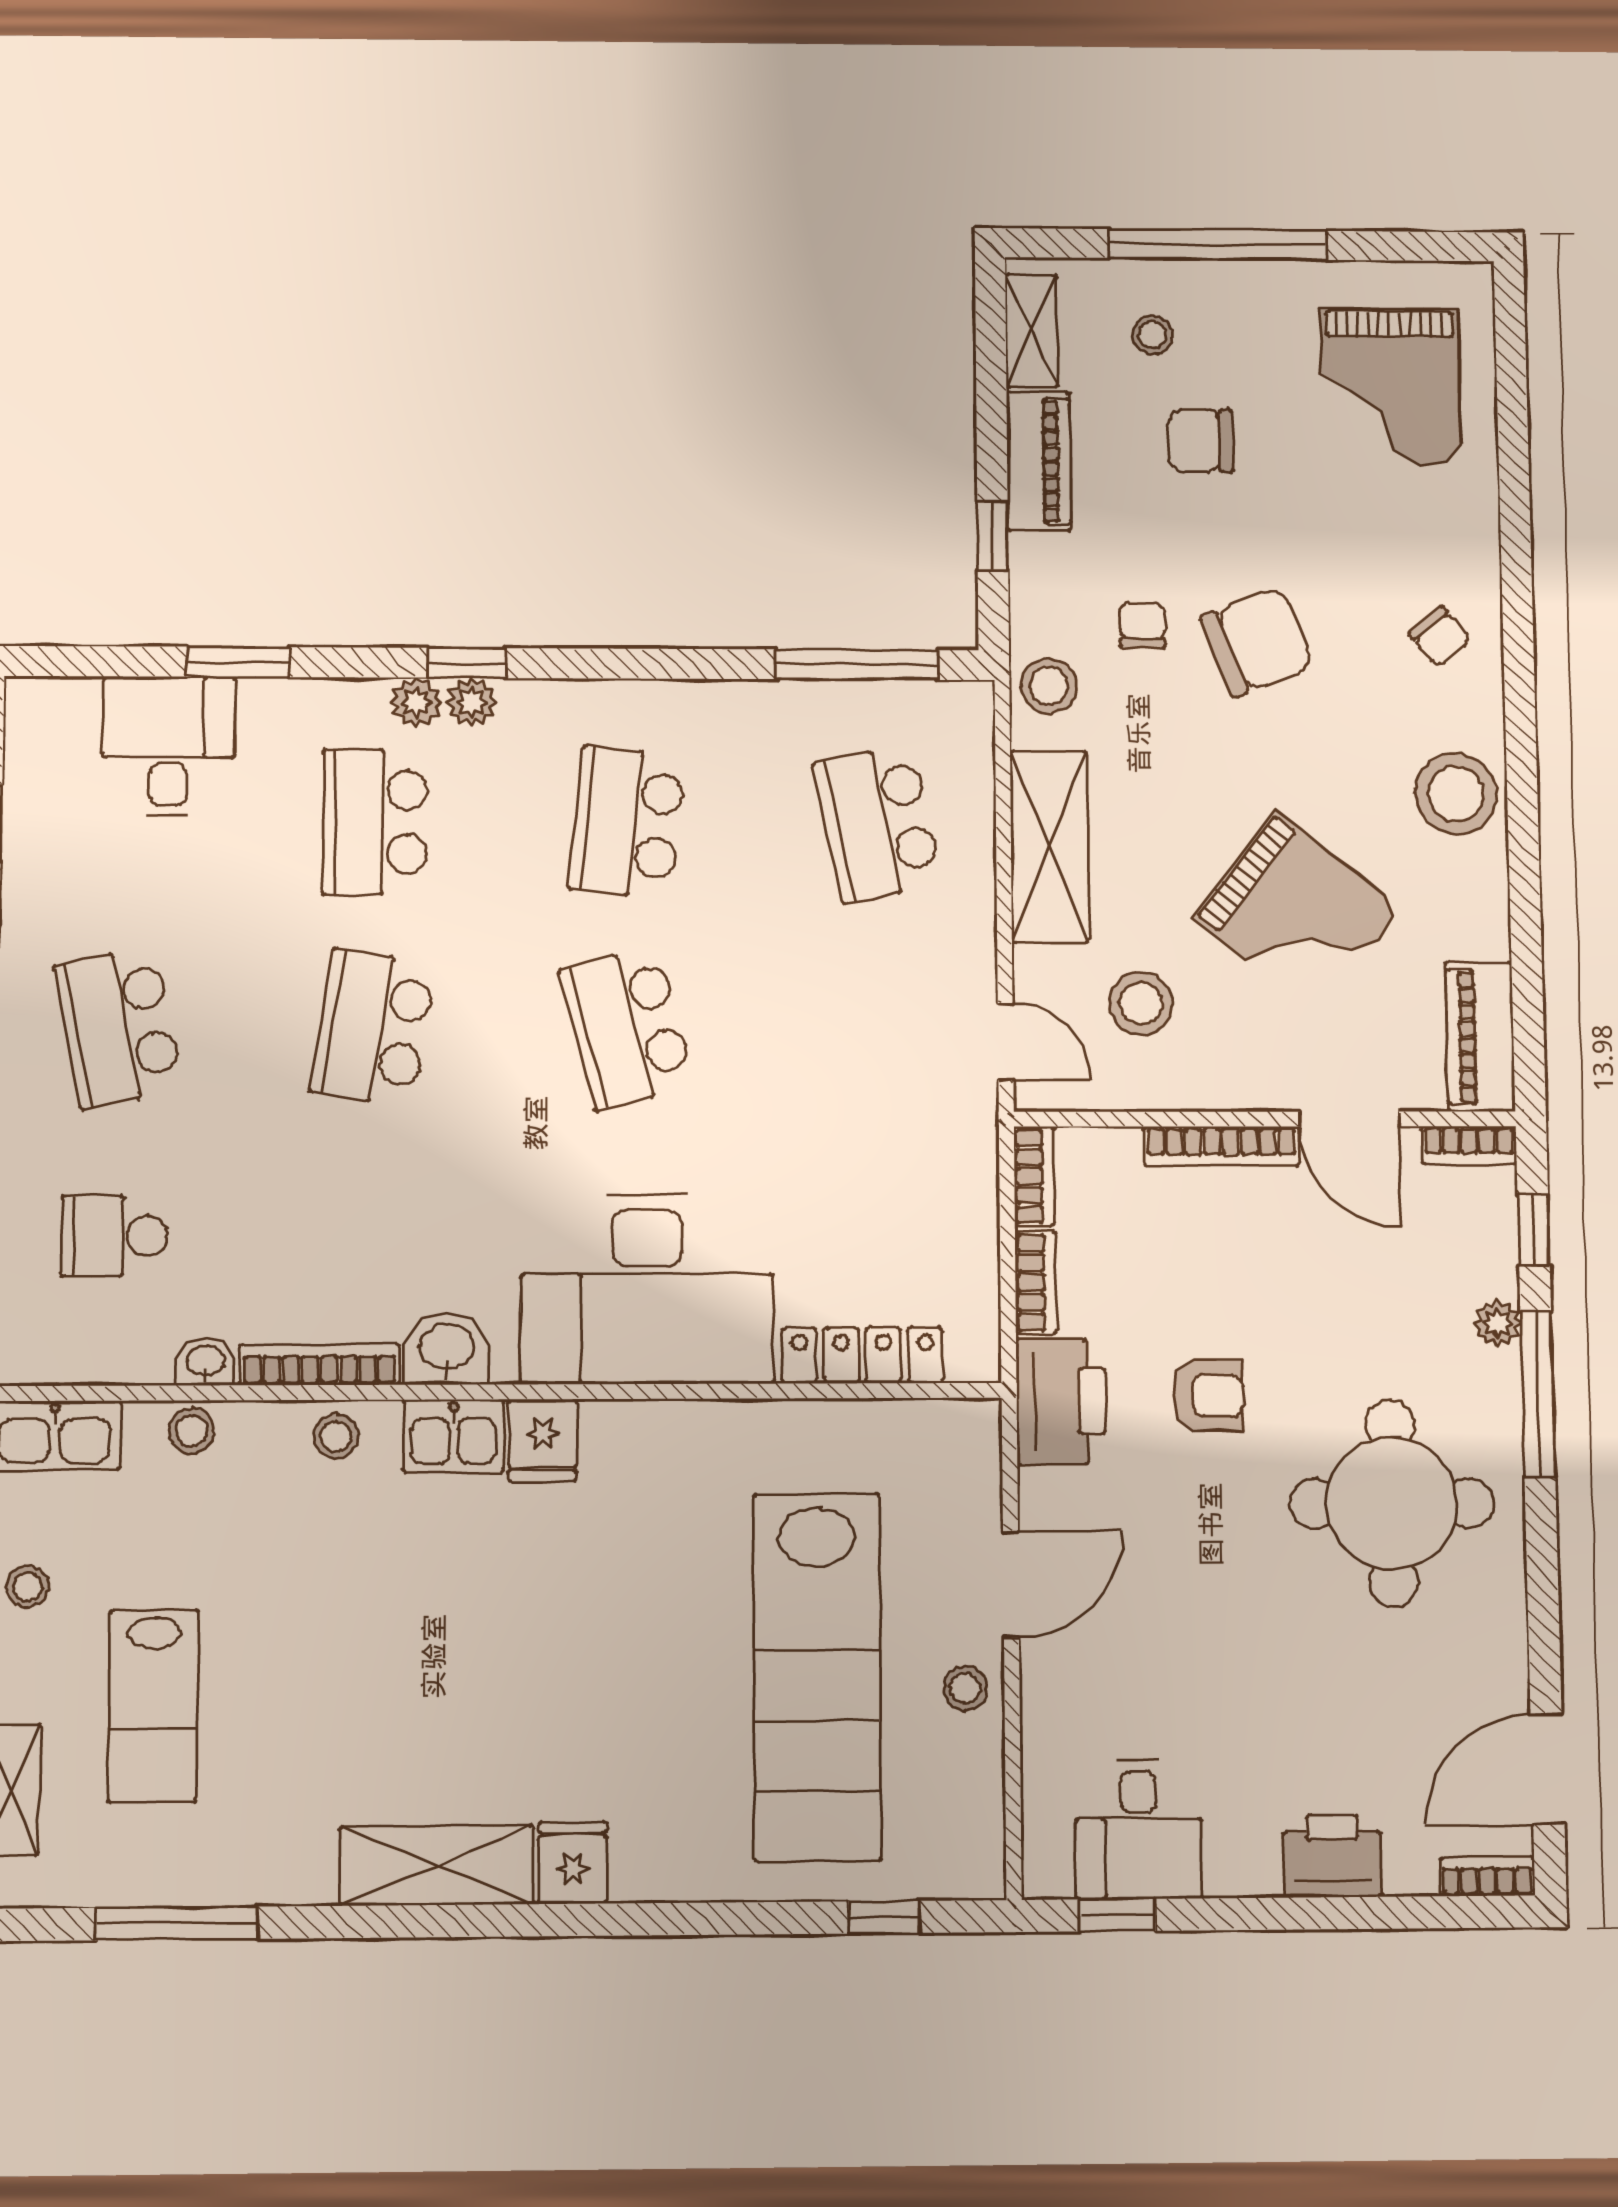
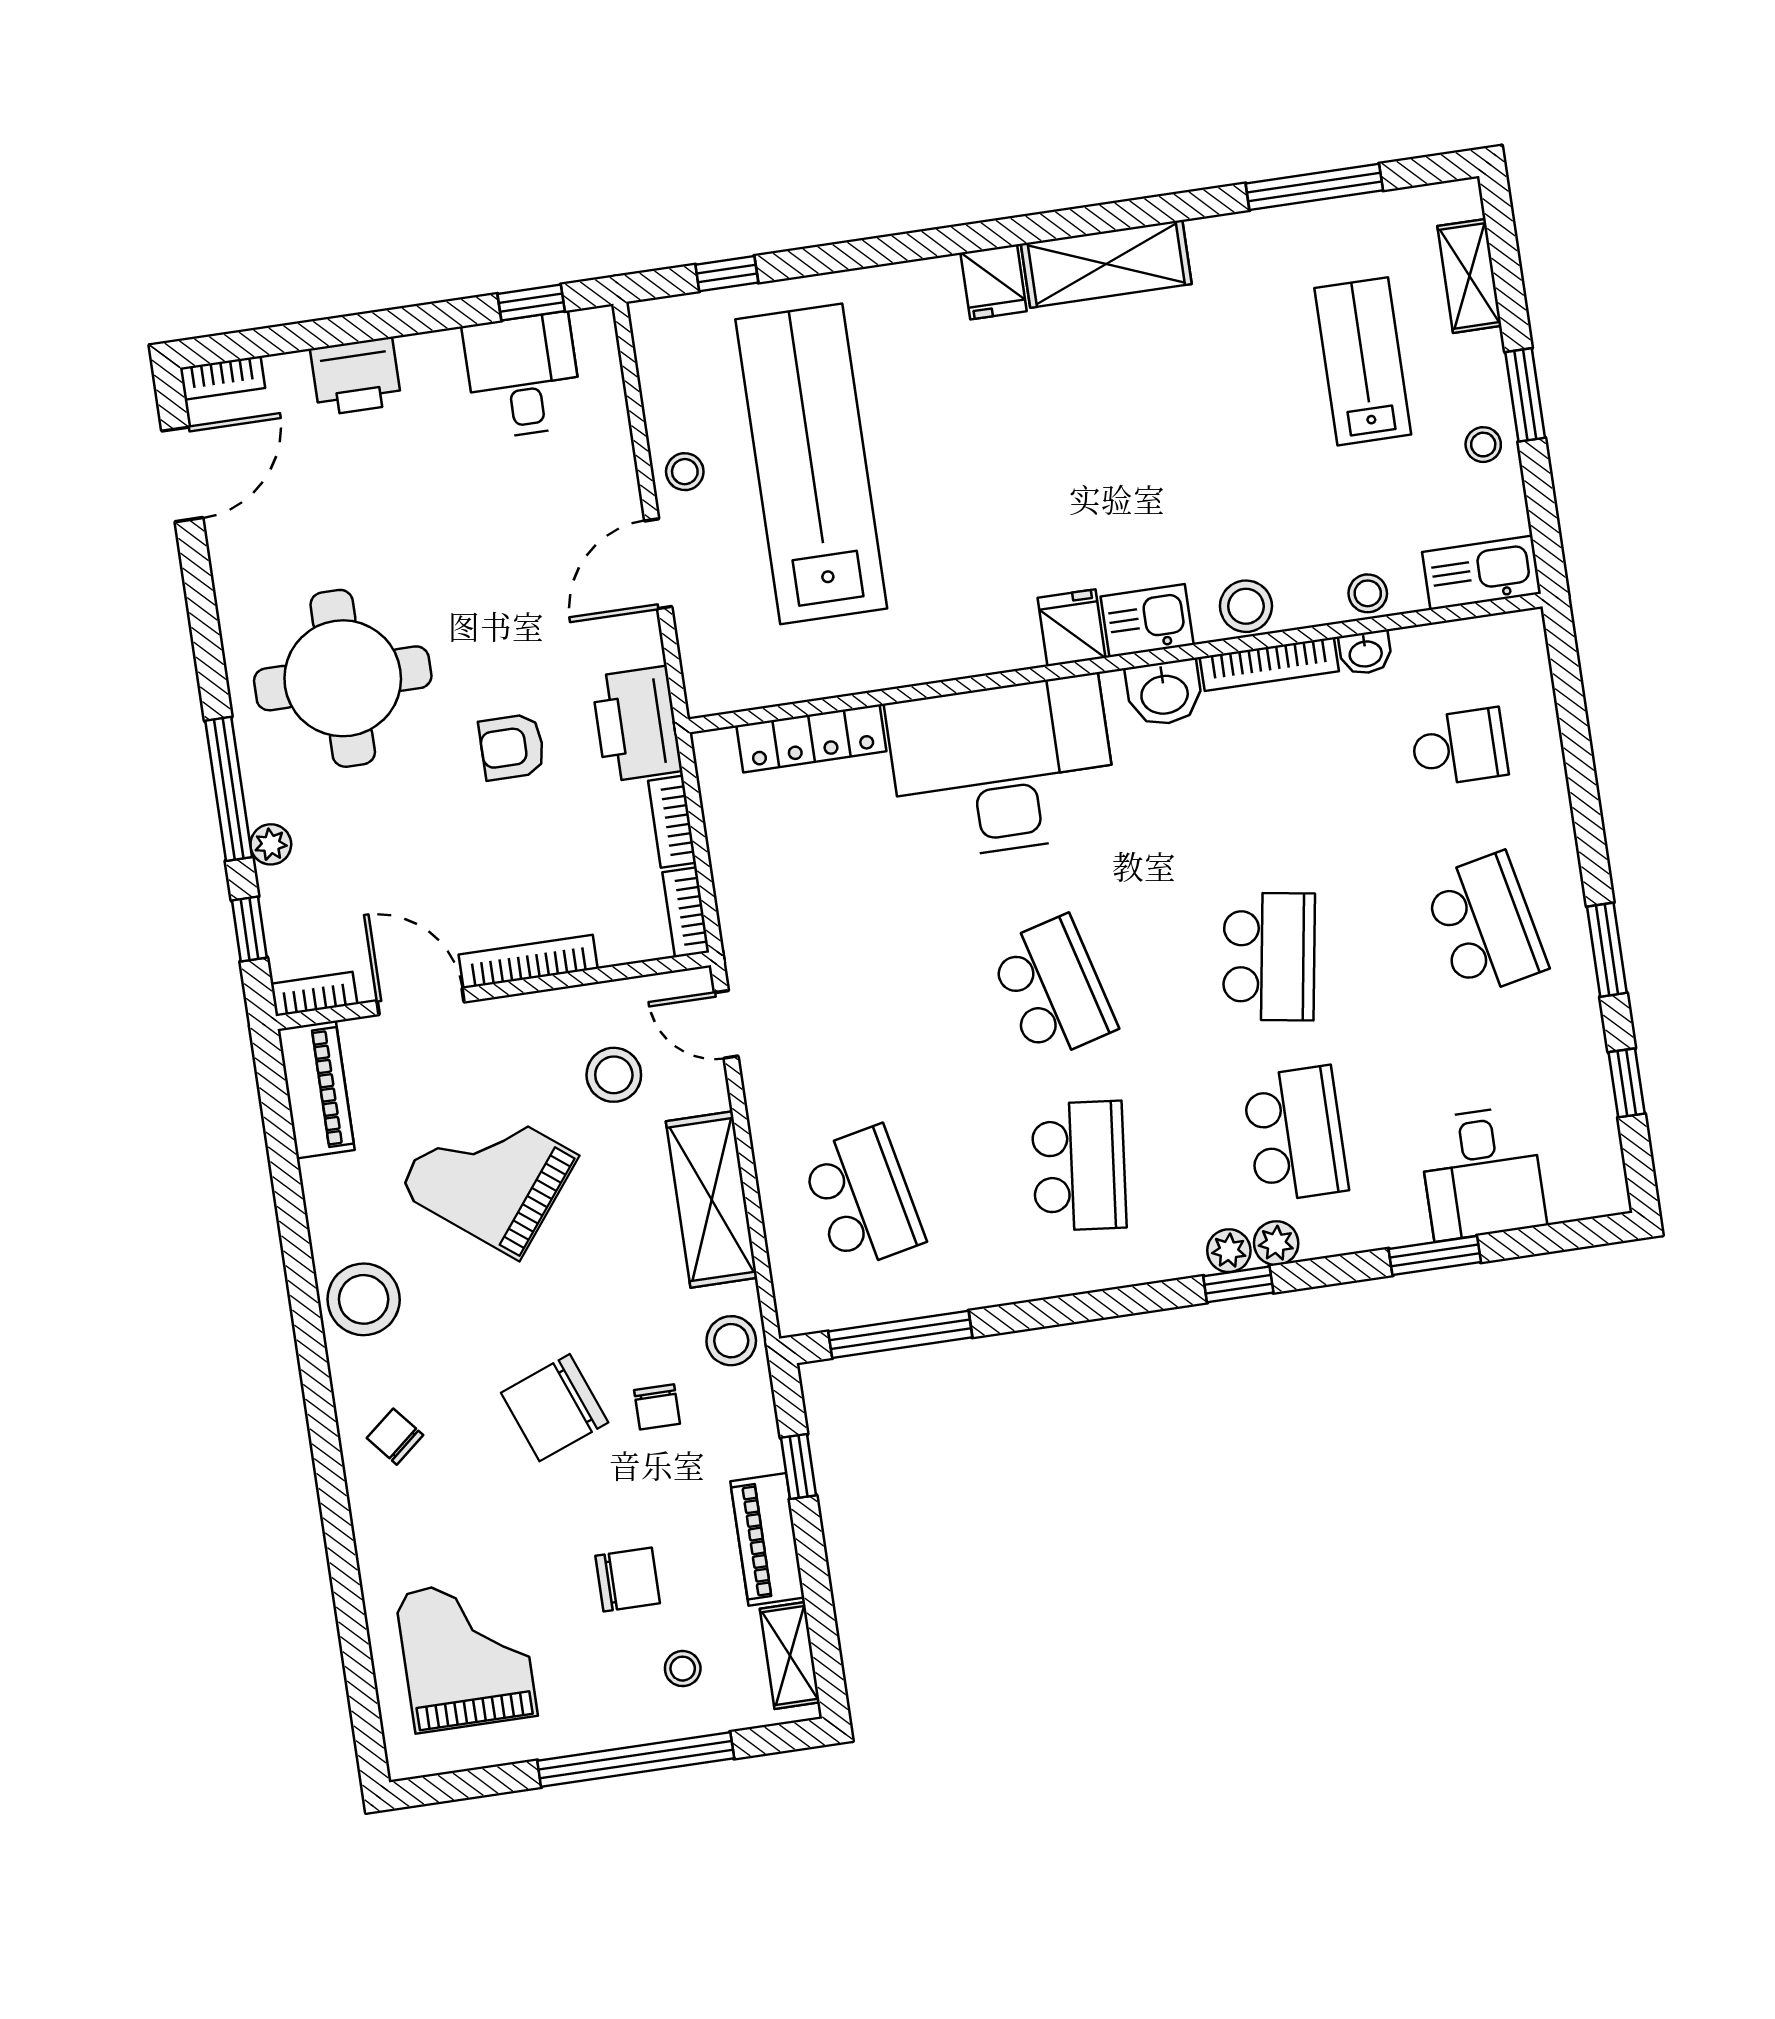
stool: (336, 1436) -> (1246, 606), width x1.37, depth x1.37

